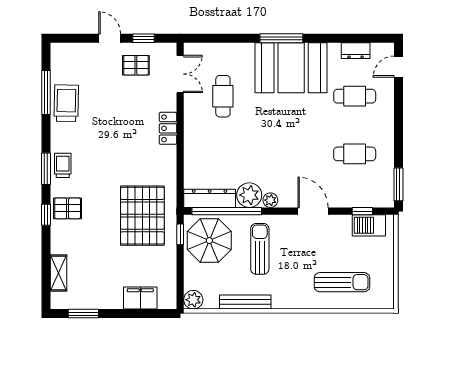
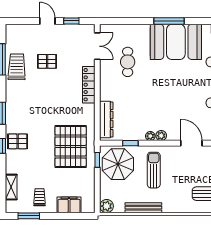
pallet: (136, 65) -> (47, 61), moved
locker: (168, 128) -> (89, 85), width x1.53
trolley: (63, 165) -> (40, 197), moved
plant: (249, 195) -> (150, 136), width x0.53, depth x0.53
dresser: (210, 198) -> (106, 120), moved, turned 90
window: (227, 211) -> (130, 143), width x0.32

